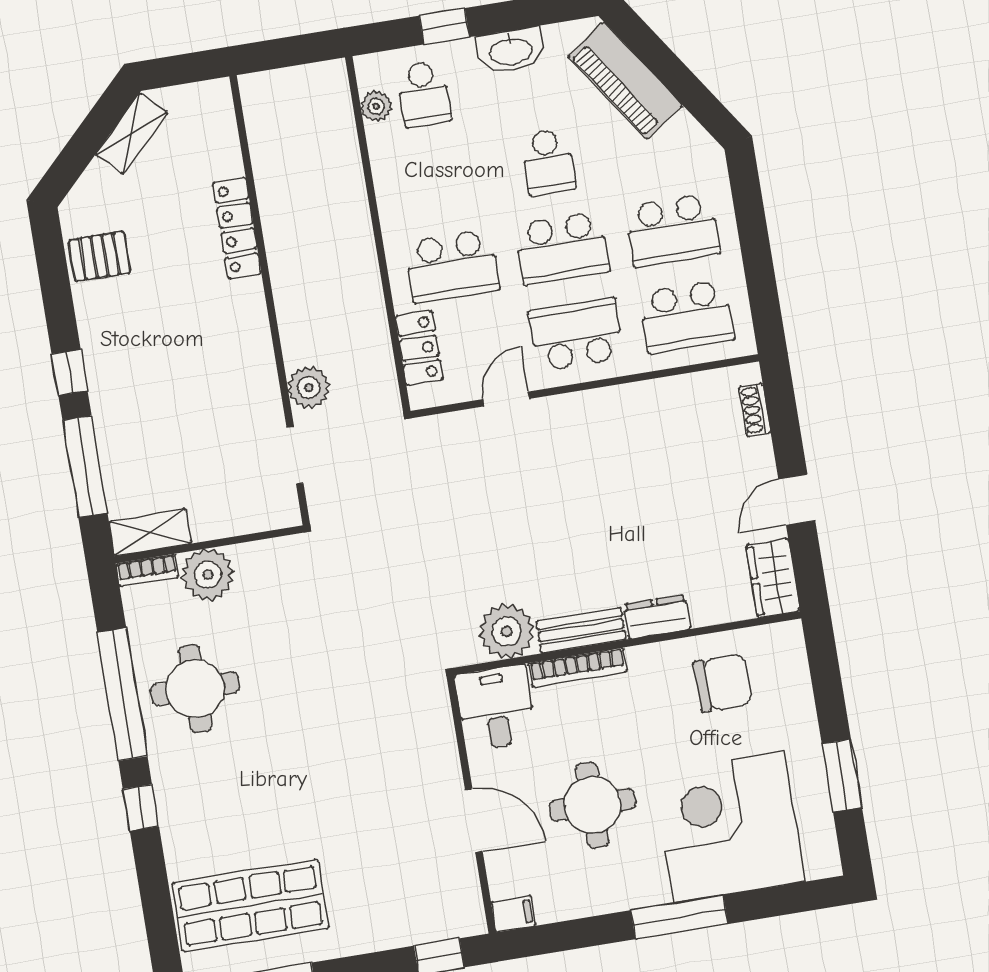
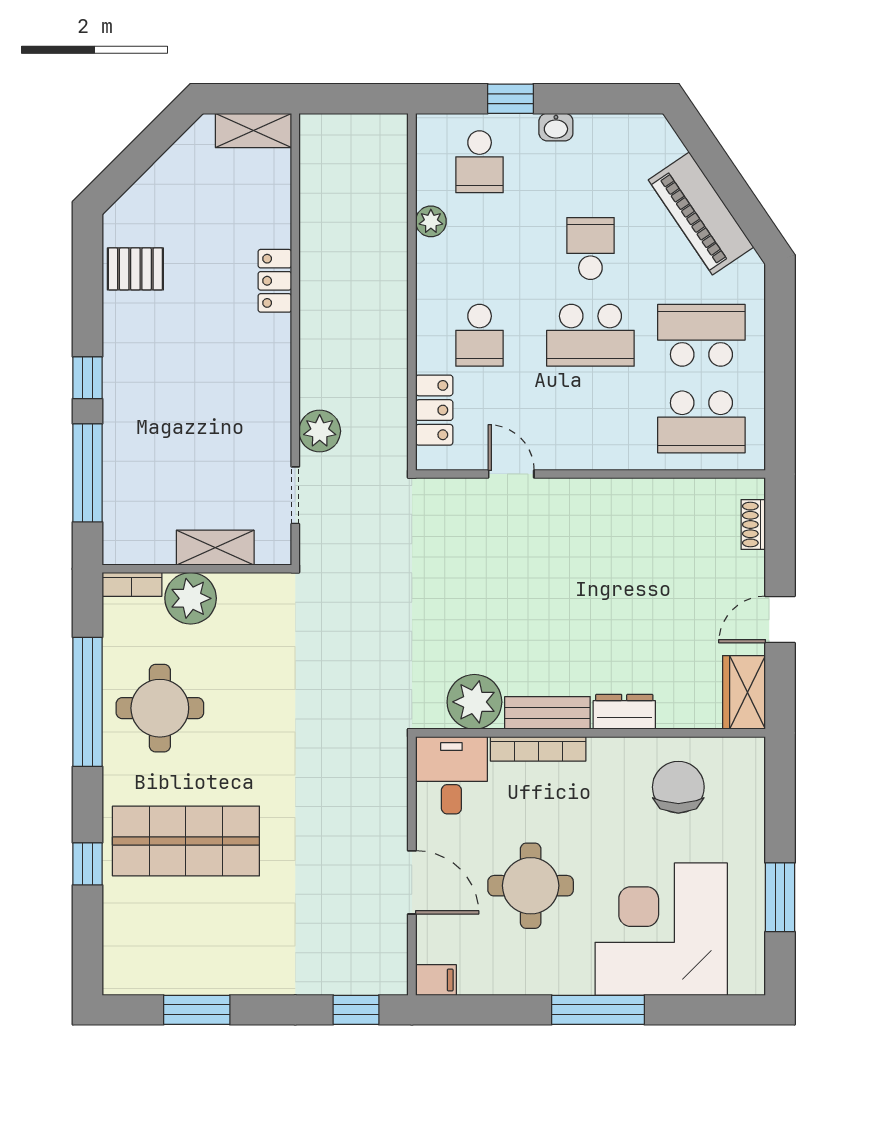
washbasin: (511, 51) -> (556, 127), width x0.52, depth x0.69
piano: (625, 81) -> (701, 213), moved
plant: (376, 106) -> (431, 221), moved
shelving: (131, 134) -> (254, 130), moved, turned 45
school desk: (548, 162) -> (590, 248), turned 180
locker: (237, 228) -> (275, 281), width x0.66
school desk: (672, 230) -> (701, 335), turned 180
school desk: (452, 266) -> (480, 335), width x0.54
school desk: (576, 334) -> (590, 422), removed
door: (506, 399) -> (511, 474), hinge flipped
shelving: (150, 532) -> (215, 548), moved
chair: (723, 683) -> (678, 787), turned -90
window: (141, 808) -> (87, 864), moved
shop shelf: (250, 906) -> (186, 841), moved

